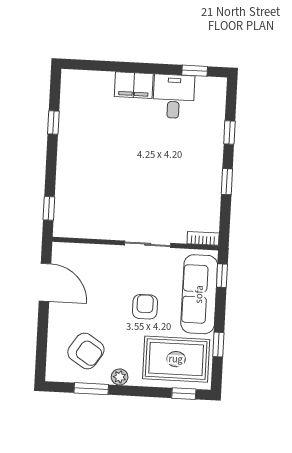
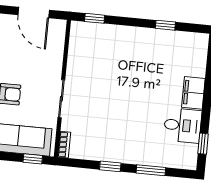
window: (229, 132) -> (151, 170), width x1.50
door: (45, 282) -> (34, 12), hinge flipped

